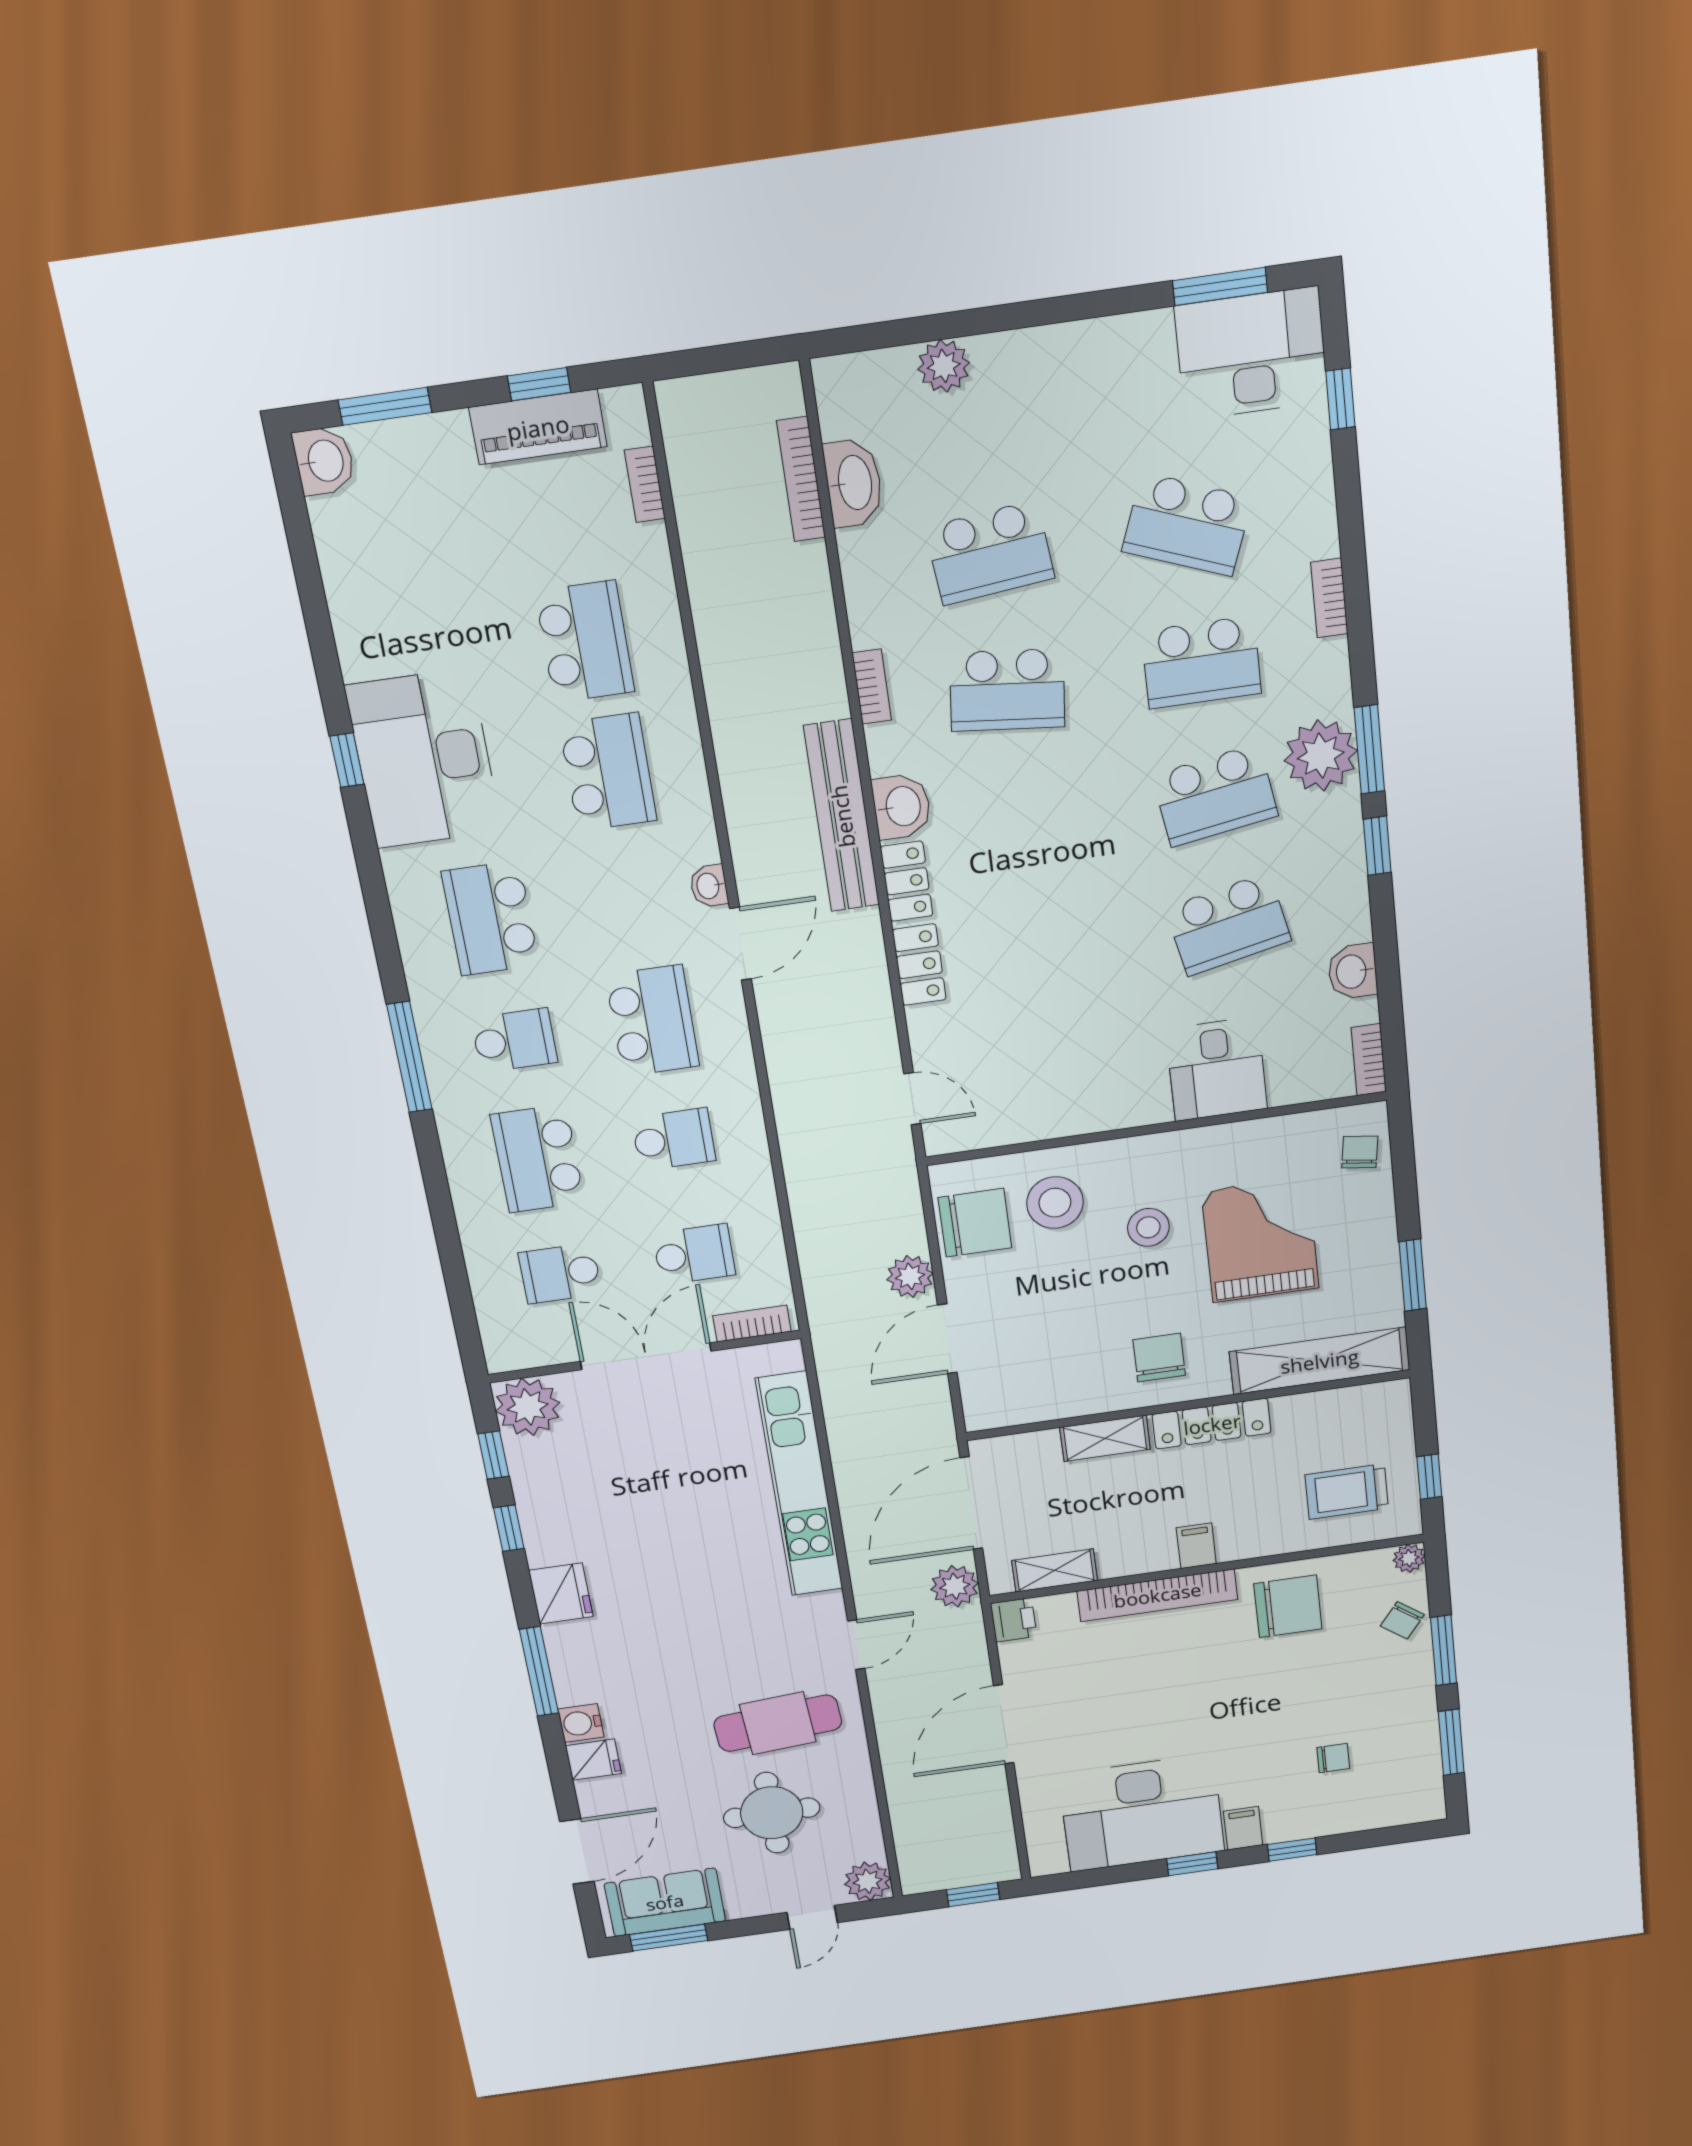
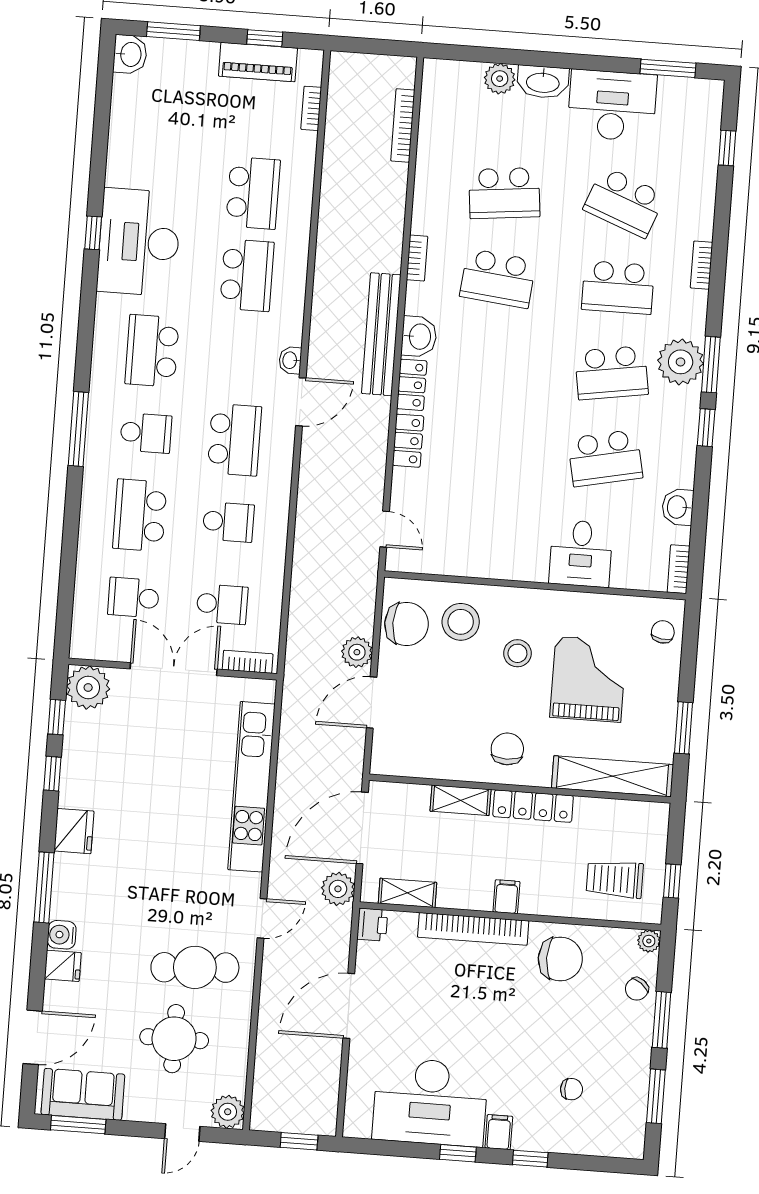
desk: (1251, 354) -> (612, 105), moved
washbasin: (853, 483) -> (543, 82), moved, turned 90

